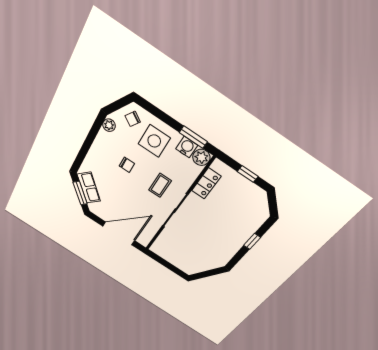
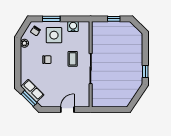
window: (193, 137) -> (51, 19), moved
plant: (201, 157) -> (84, 27), removed
locker: (206, 183) -> (97, 39), removed
door: (119, 233) -> (67, 110), width x0.53
window: (252, 241) -> (145, 72), moved

